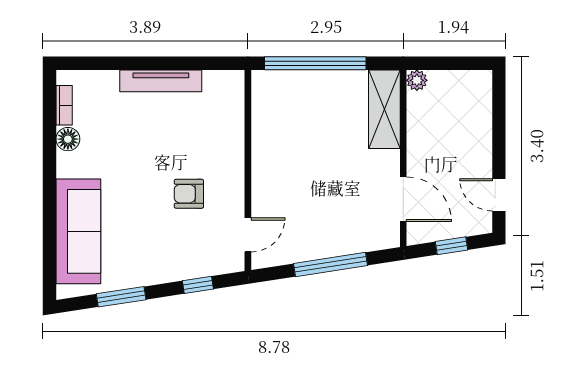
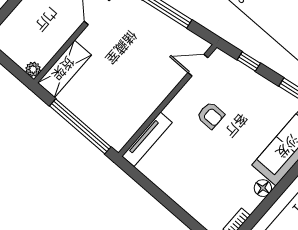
tv unit: (161, 81) -> (147, 139), moved, turned 90
floor lamp: (68, 139) -> (263, 188), moved

